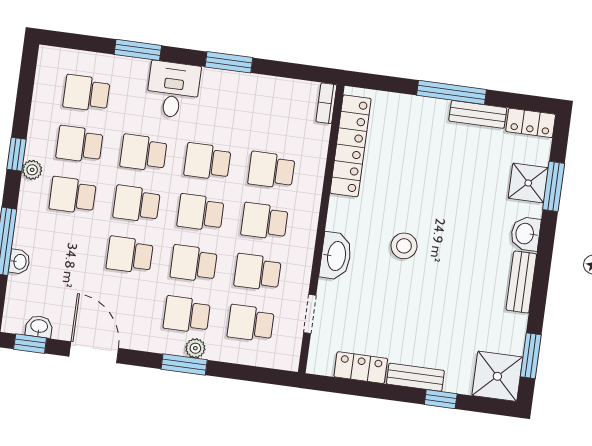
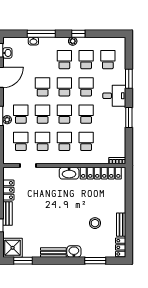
window: (452, 92) -> (129, 213), removed
shower: (528, 183) -> (95, 250), removed
stool: (404, 246) -> (95, 223), moved
washbasin: (336, 256) -> (69, 173), moved

